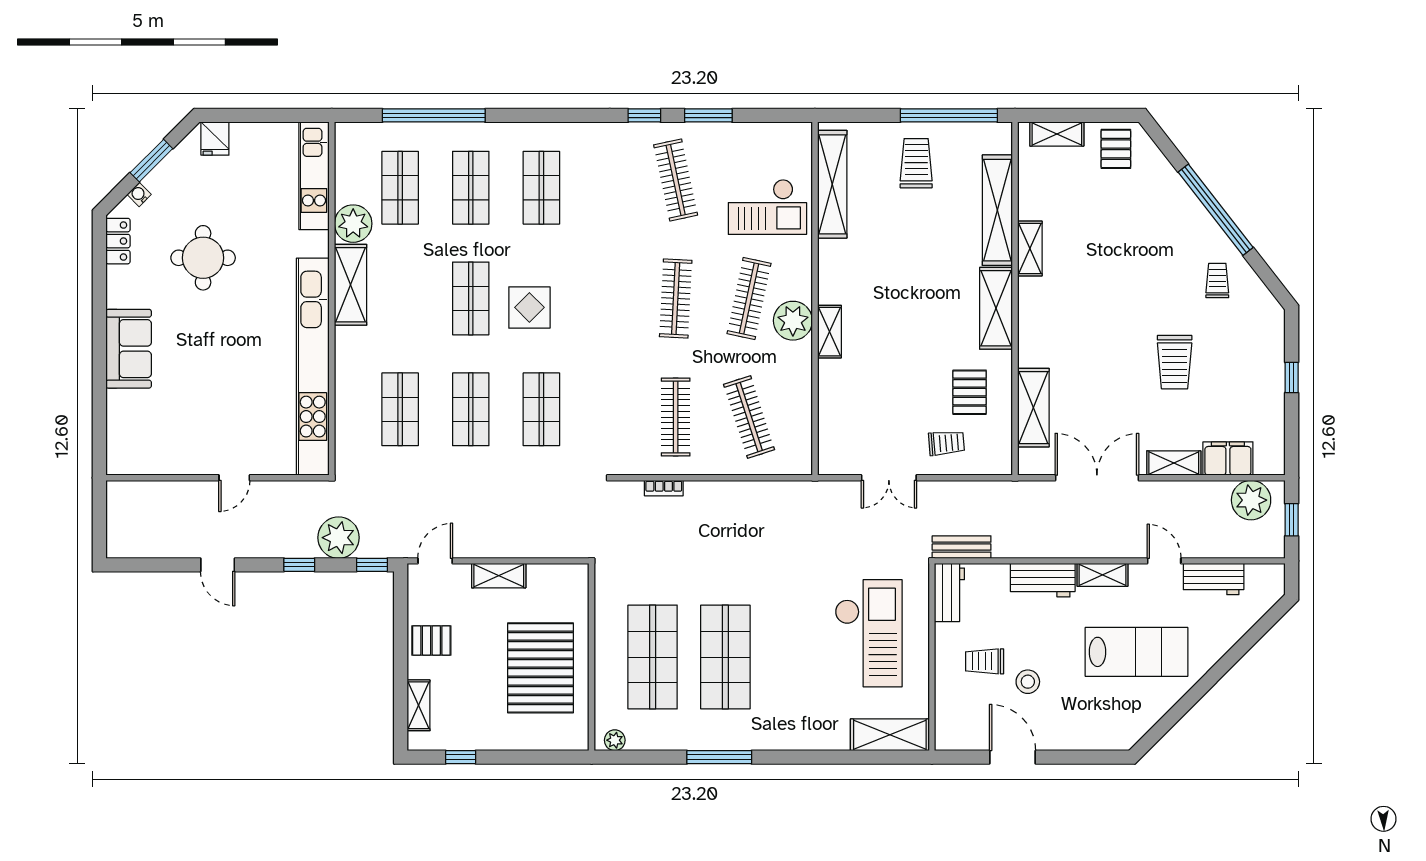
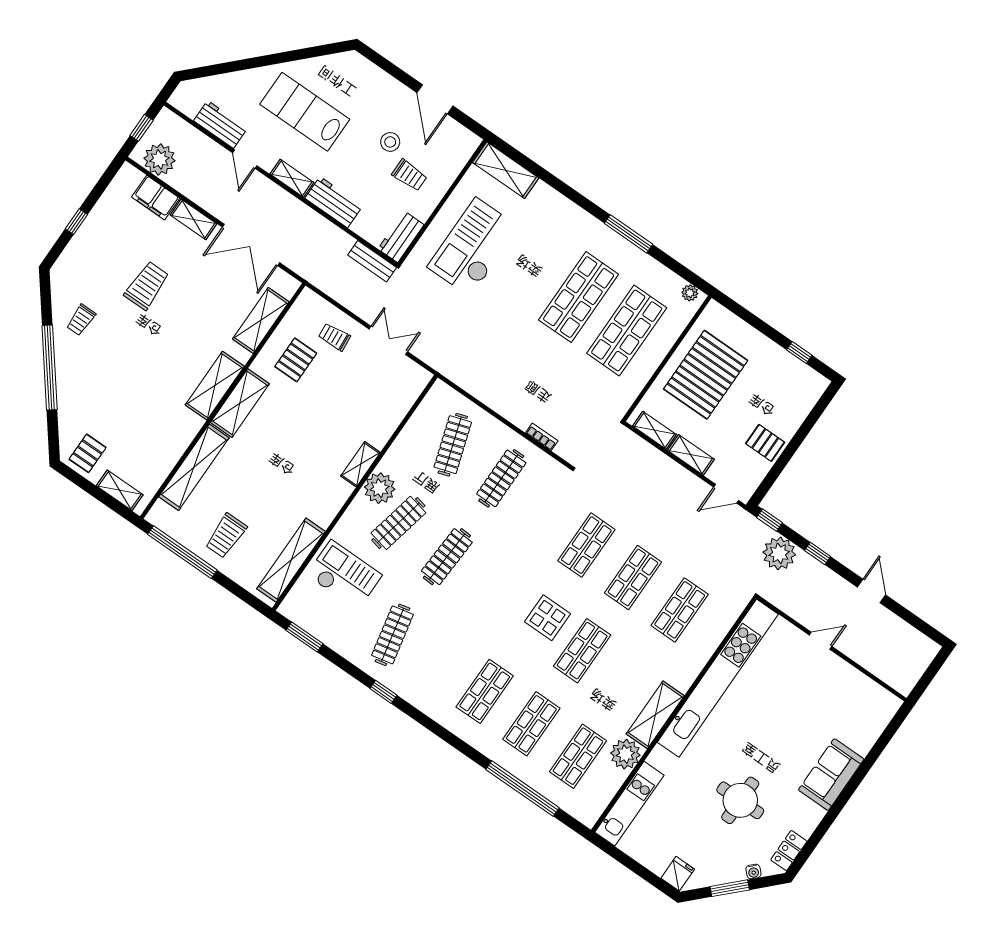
window: (708, 115) -> (304, 637), moved
shelving: (1030, 249) -> (215, 386), moved, width x1.50, depth x1.33
shelving: (419, 705) -> (655, 430), moved, turned 90

